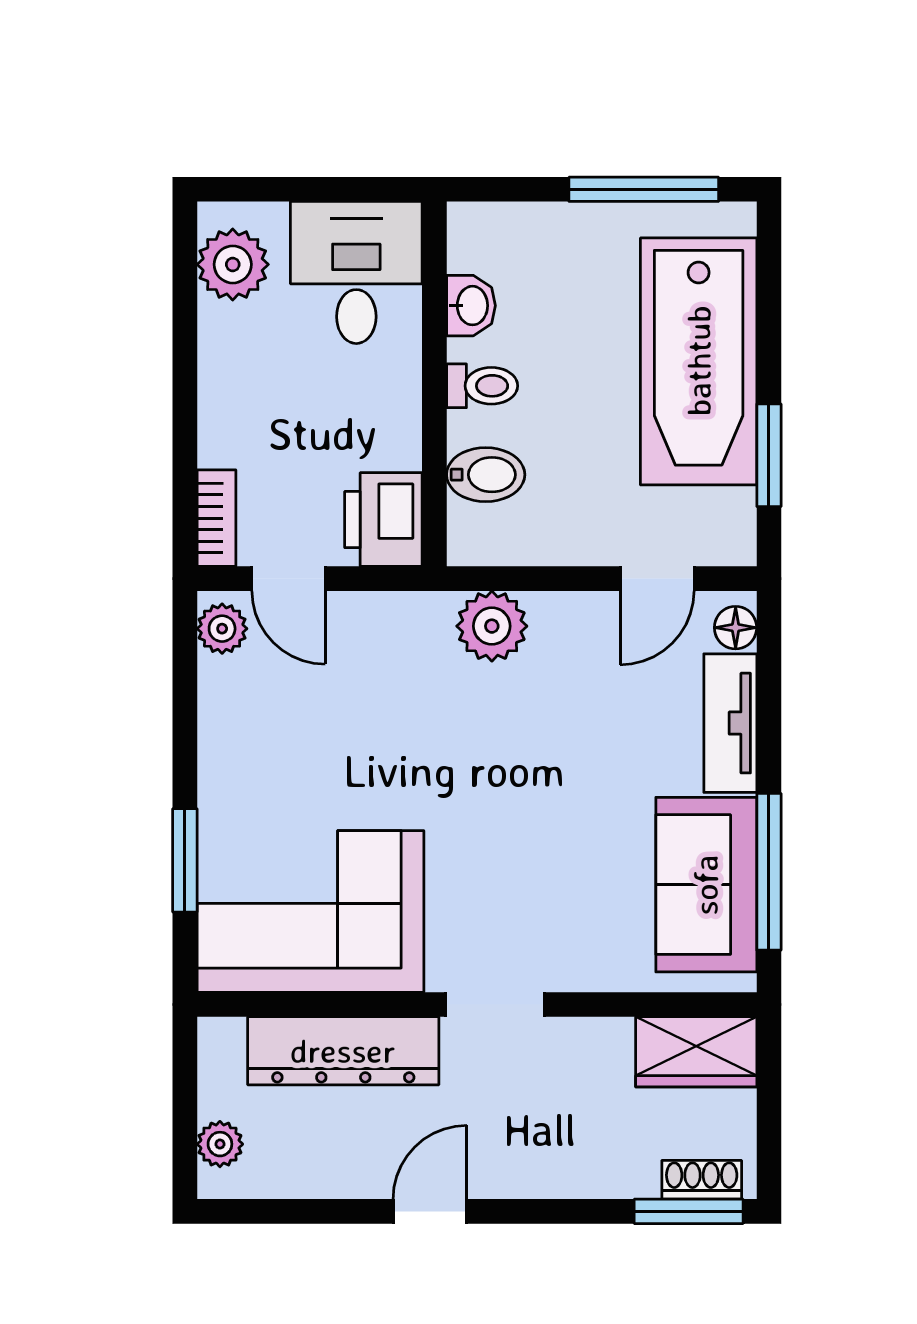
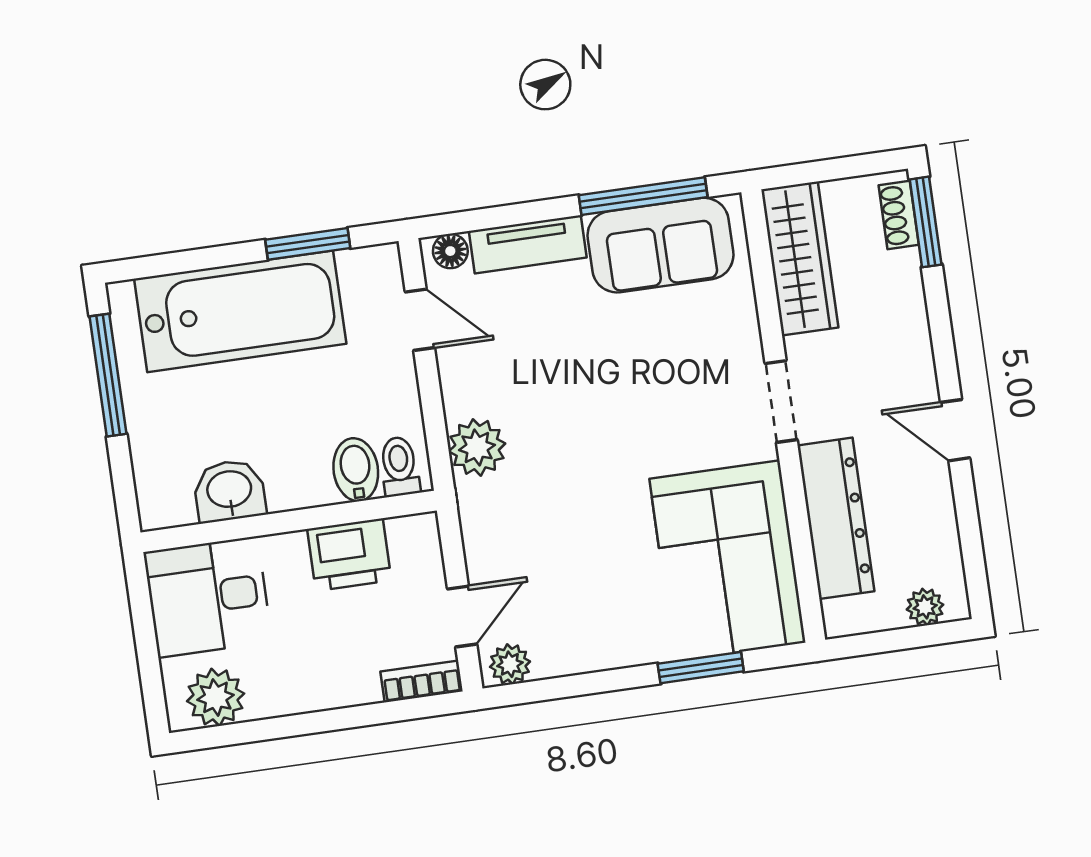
washbasin: (471, 306) -> (229, 491), width x1.38, depth x1.45
toilet: (482, 386) -> (399, 466), moved
printer: (383, 520) -> (349, 555), moved
wardrobe: (696, 1052) -> (800, 258), width x1.50

